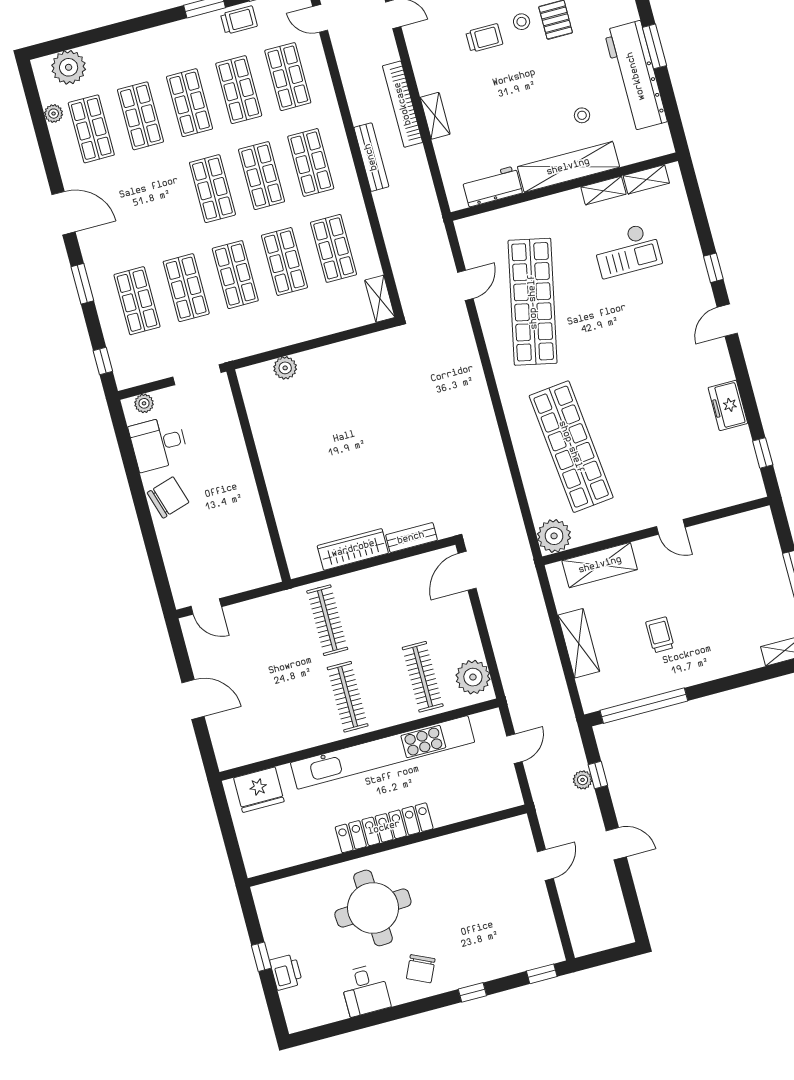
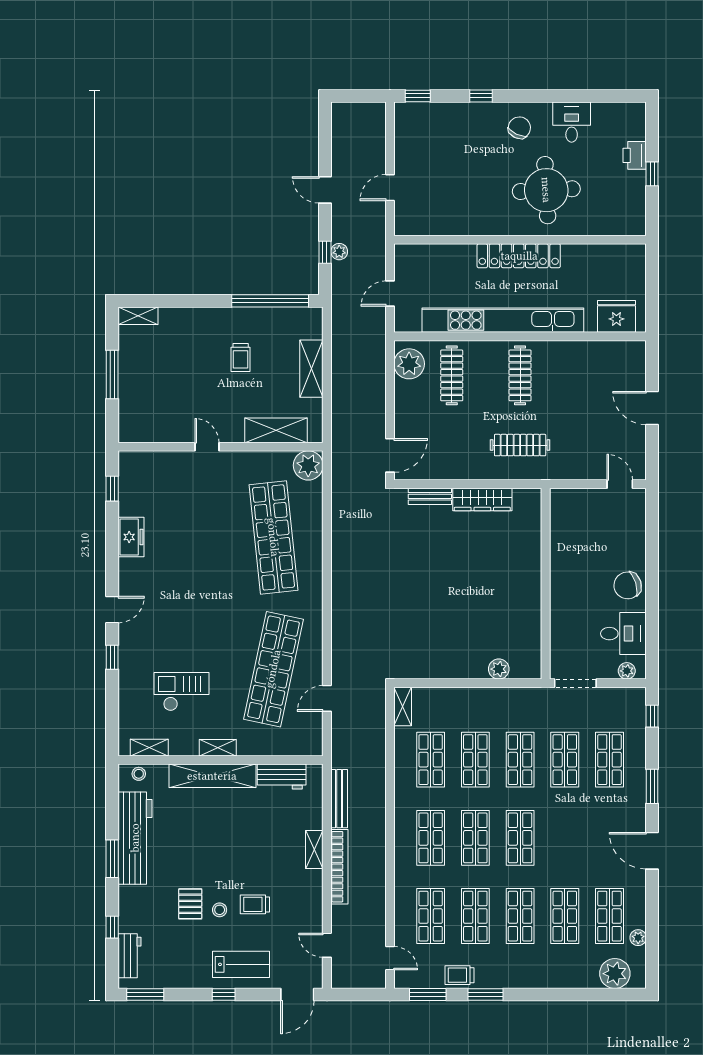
stool: (582, 115) -> (139, 774), moved
bench: (371, 157) -> (339, 799), moved
shelving: (603, 191) -> (218, 748), moved
clothes rail: (327, 620) -> (520, 445), turned 90

